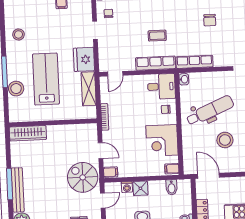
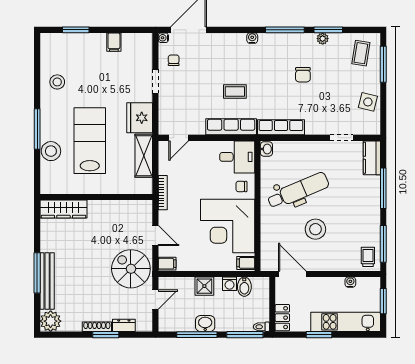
corner desk: (162, 140) -> (228, 226), width x1.36, depth x1.36
washing machine: (127, 187) -> (230, 284), moved

